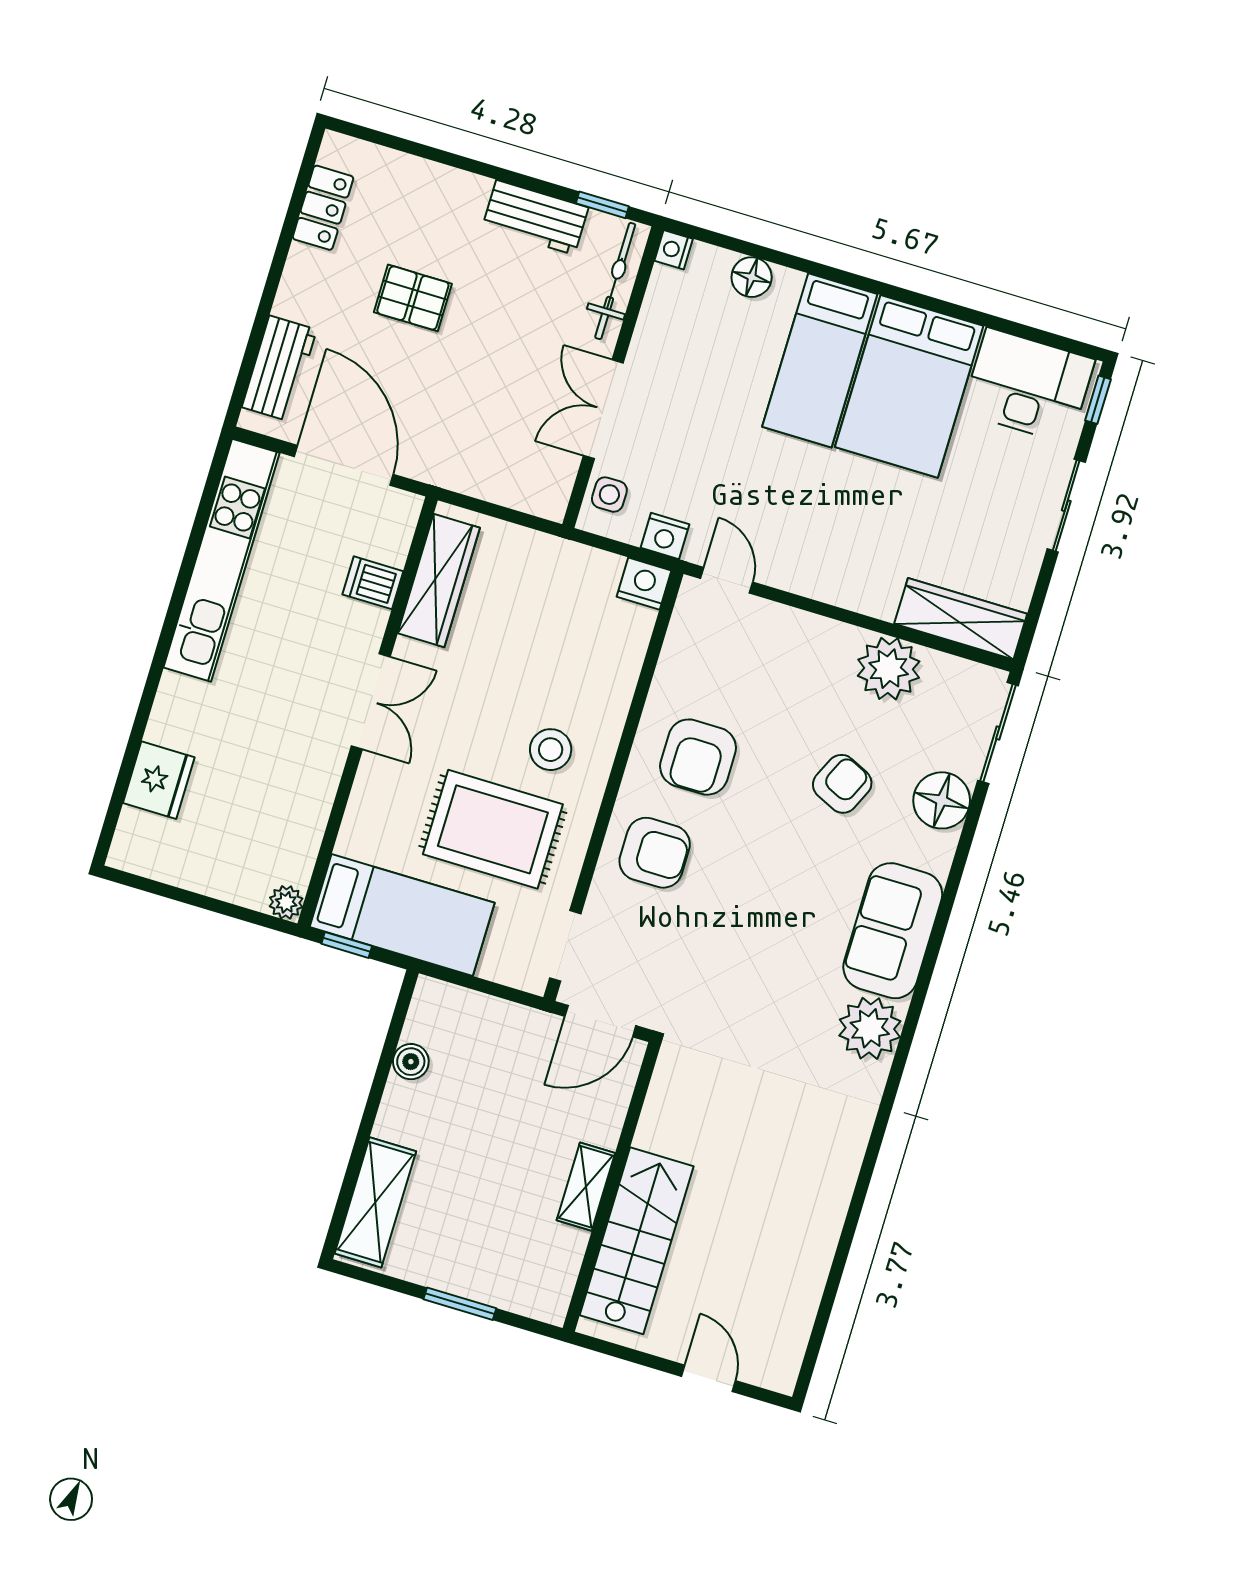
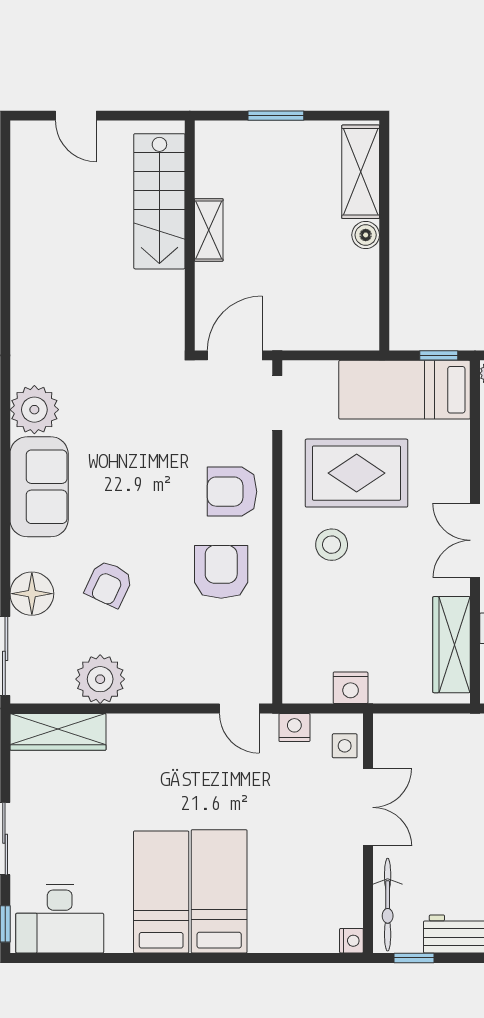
floor lamp: (752, 277) -> (288, 938), removed
bed: (909, 386) -> (161, 892), width x0.67
nightstand: (644, 584) -> (351, 688), moved
boiler: (411, 1062) -> (366, 235), moved

